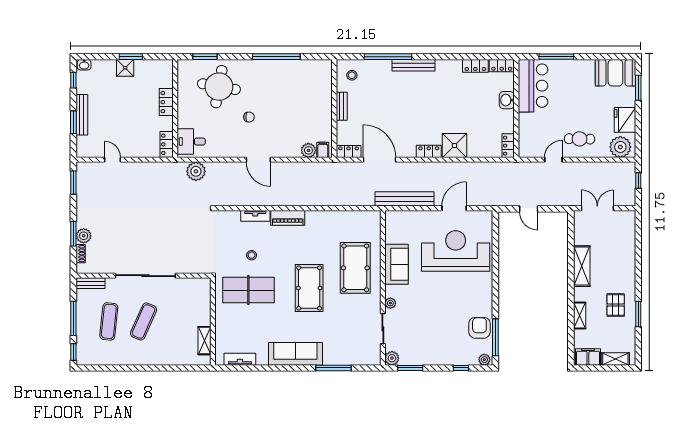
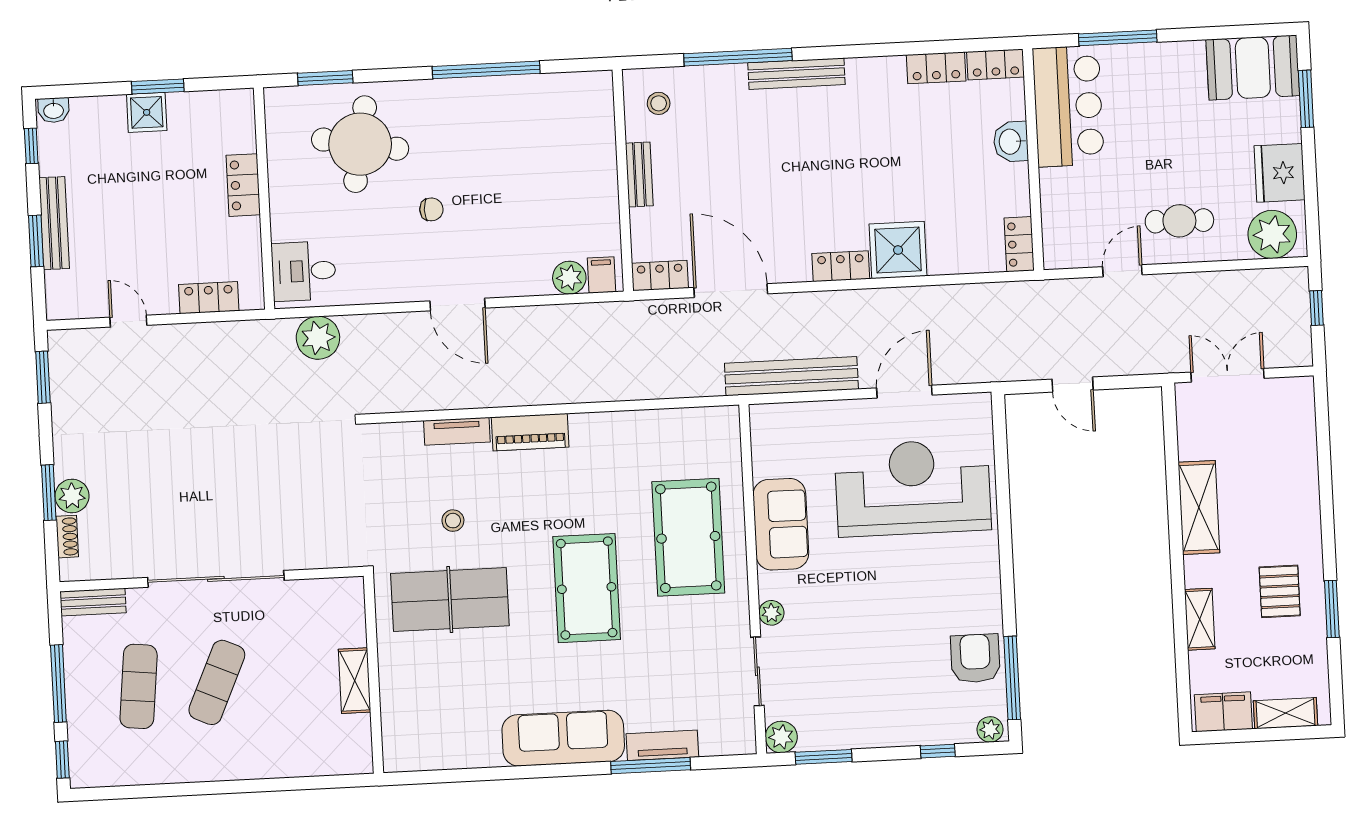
locker: (167, 144) -> (209, 298), moved, turned 90
shelving: (204, 341) -> (355, 681), moved
tv unit: (240, 359) -> (662, 745), moved

